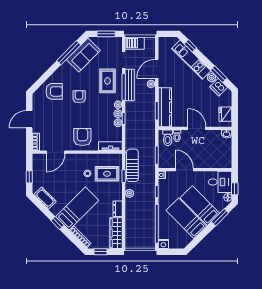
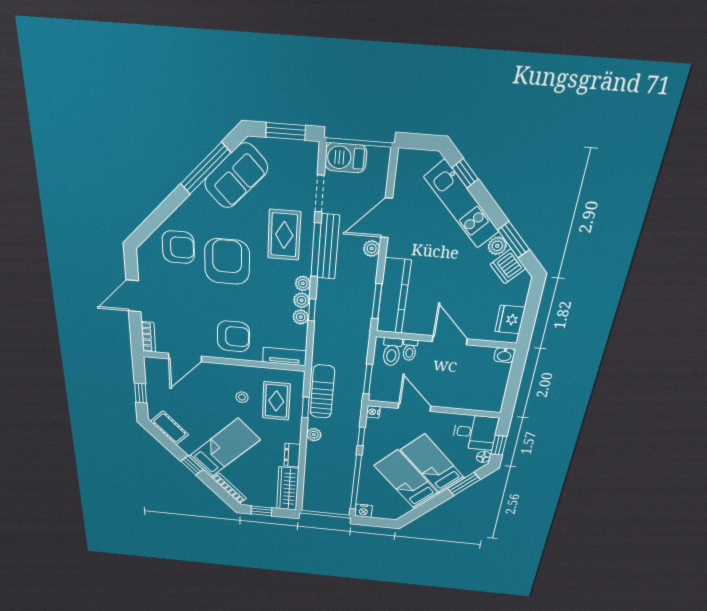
armchair: (79, 97) -> (227, 262), width x1.88, depth x1.88
armchair: (82, 137) -> (233, 336), turned 90
rug: (107, 174) -> (276, 401), turned 90

